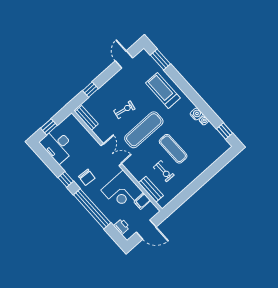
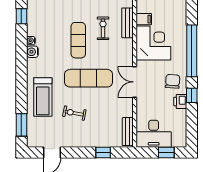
exercise bike: (124, 110) -> (74, 113), moved
desk: (58, 146) -> (154, 134), moved, turned 90
printer: (122, 226) -> (180, 101), moved

